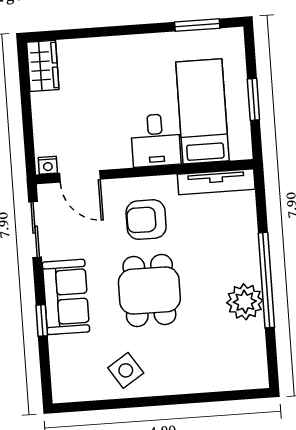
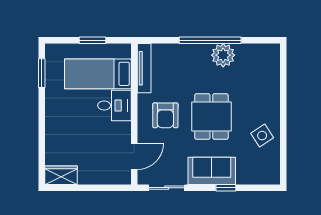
nightstand: (48, 165) -> (126, 176), removed
dining table: (149, 290) -> (211, 117), turned 90

